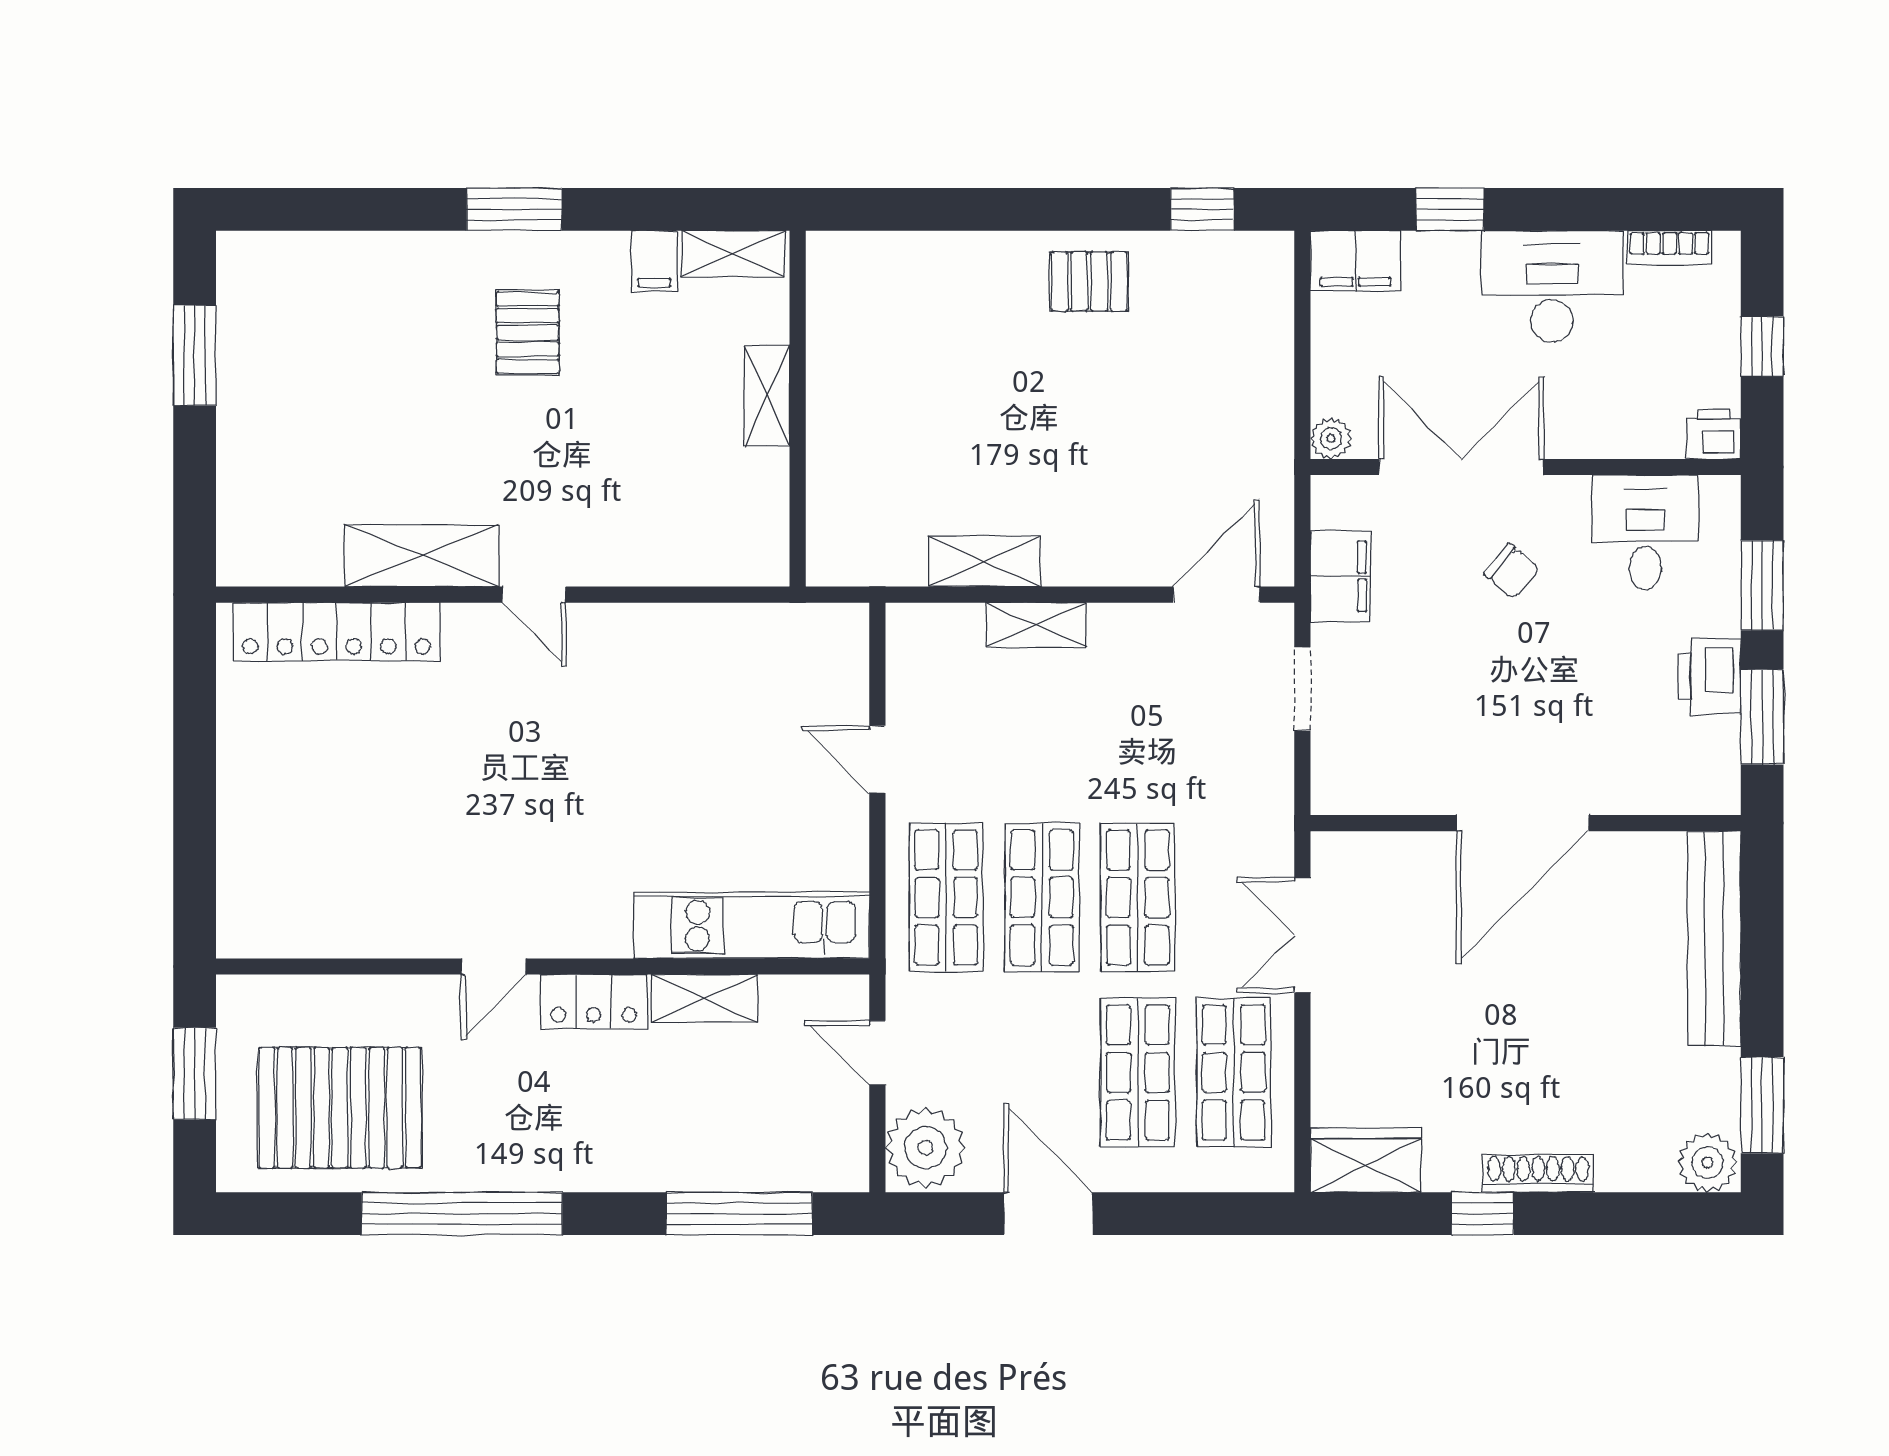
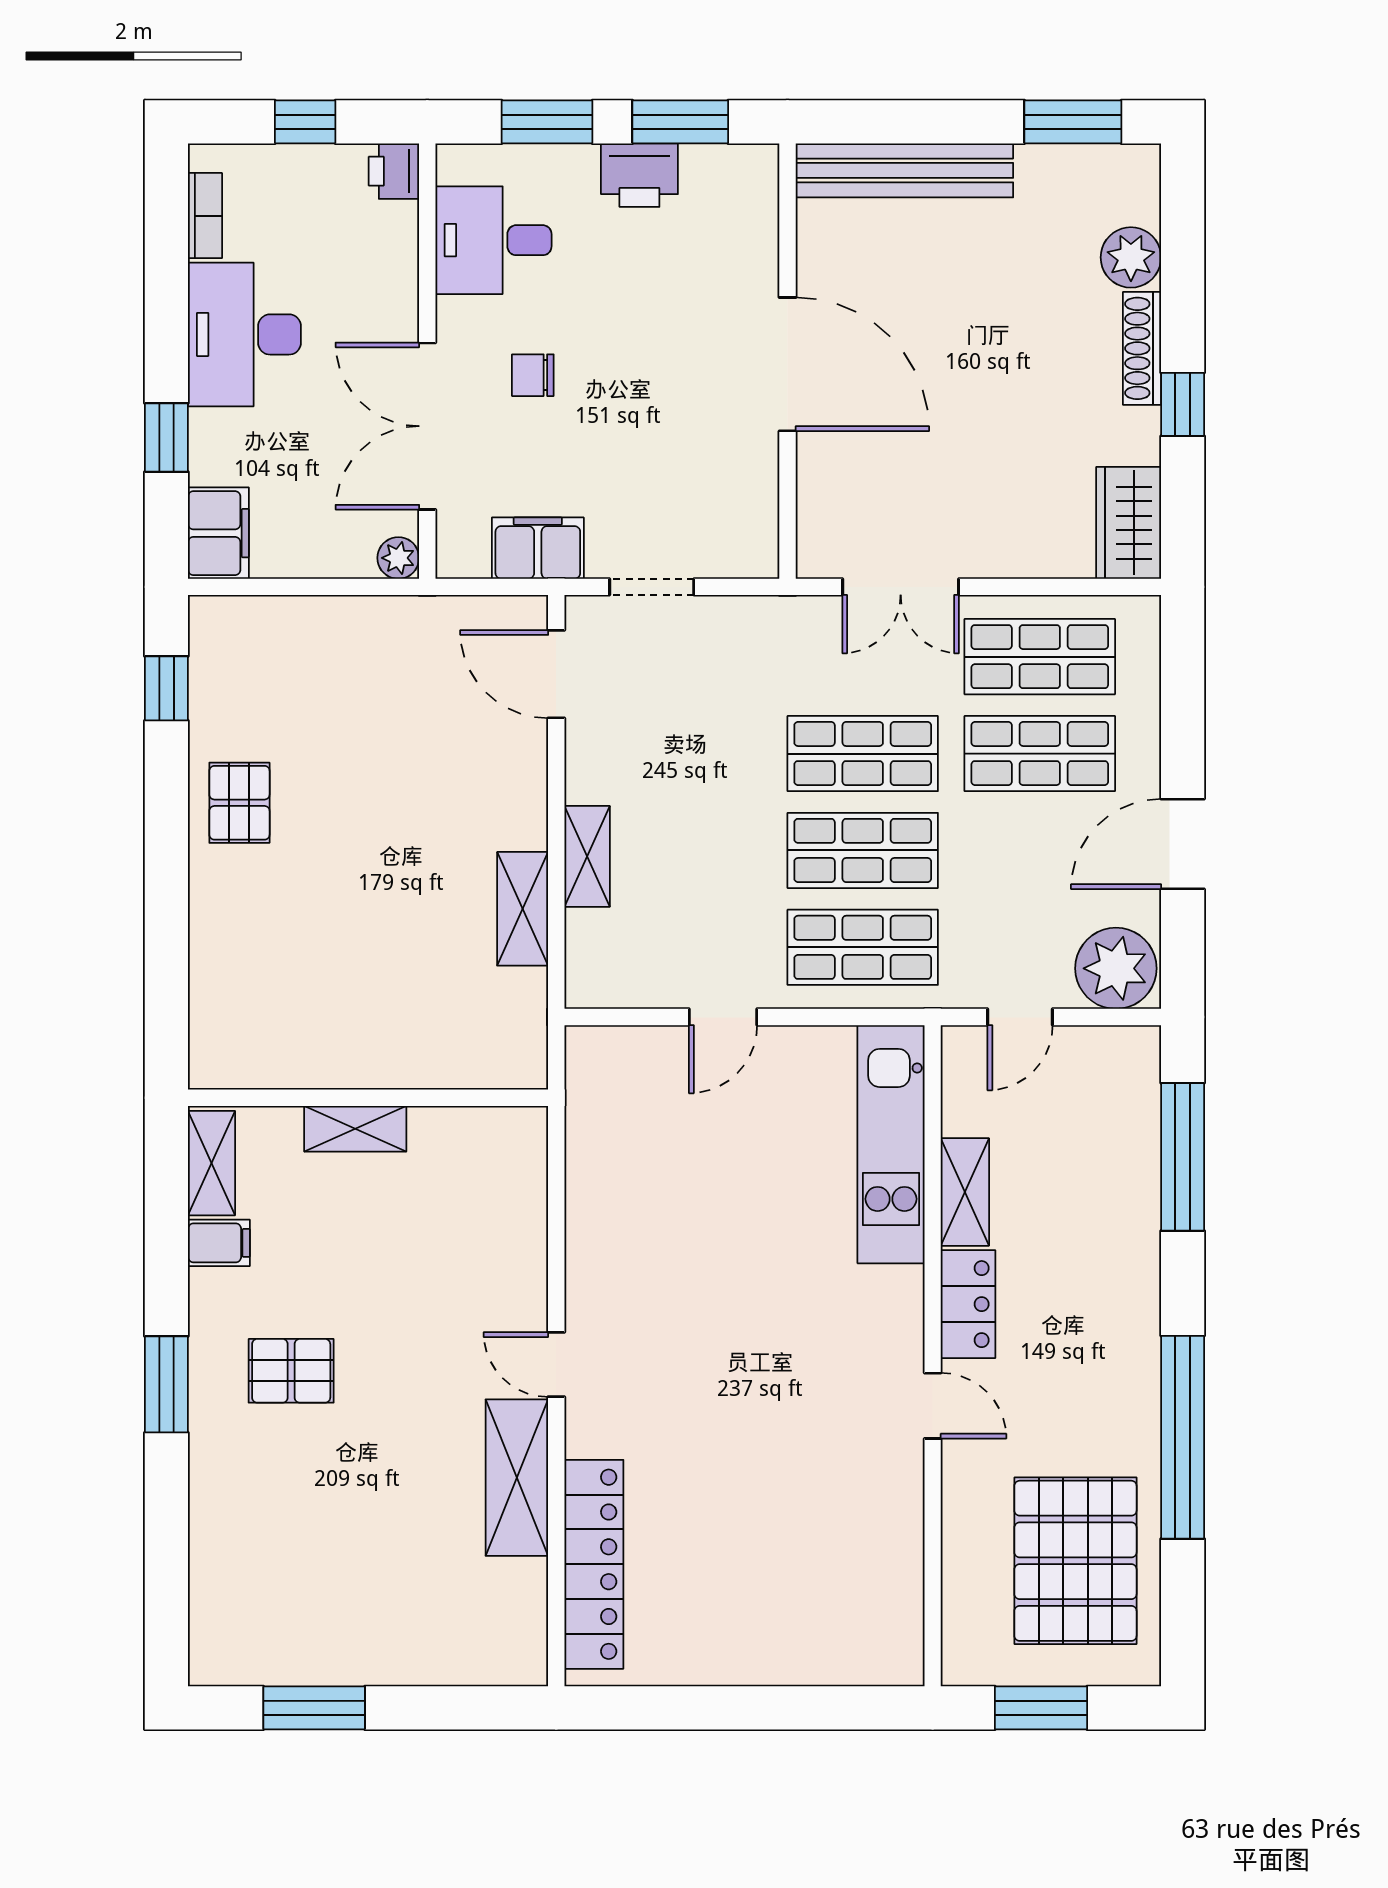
chair: (1512, 571) -> (533, 375), turned -130
door: (534, 595) -> (556, 1365), swing flipped
plant: (1707, 1163) -> (1131, 257), moved

